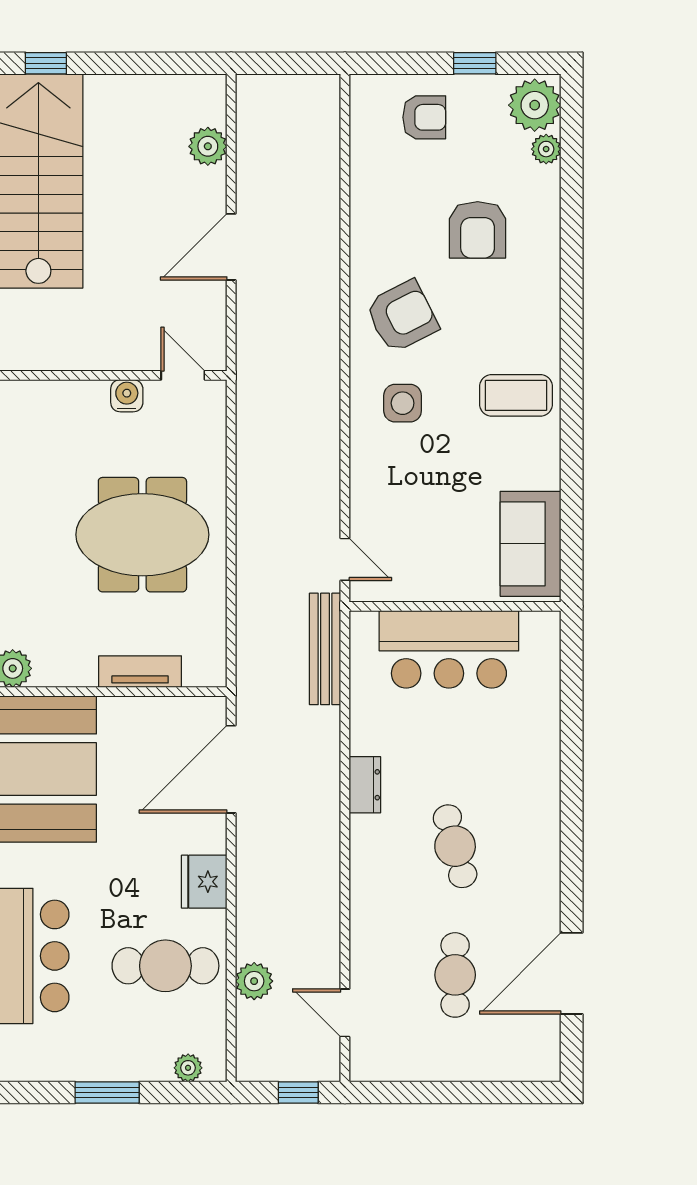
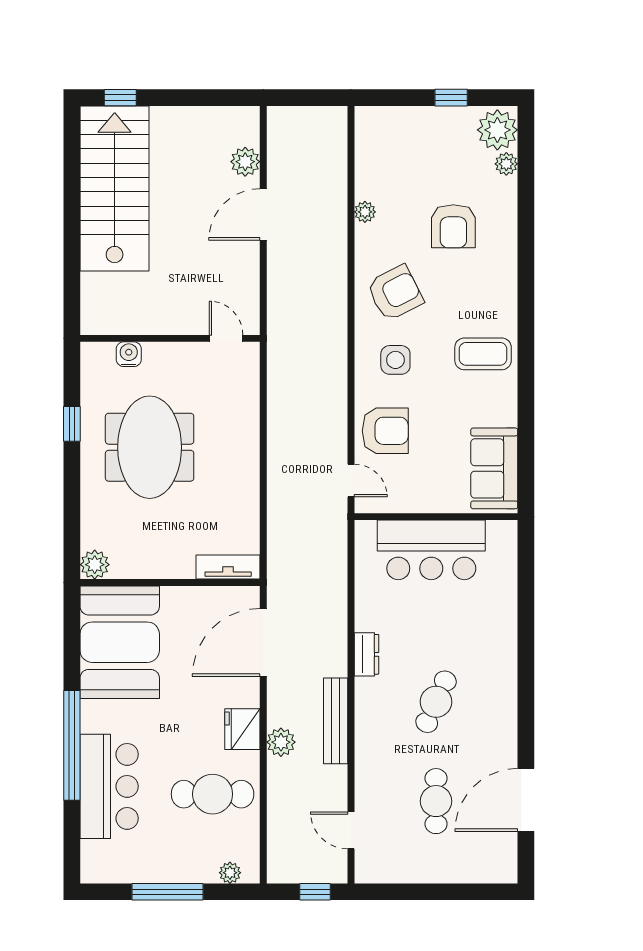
armchair: (424, 117) -> (385, 431), moved, width x1.38, depth x1.38
plant: (363, 211) -> (365, 212), added
door: (231, 247) -> (263, 214), moved
water cooler: (127, 396) -> (129, 354), moved
meeting table: (142, 535) -> (150, 447), moved, turned 90
bench: (325, 649) -> (336, 721), moved
tv unit: (140, 672) -> (228, 567), moved
cafe table: (455, 846) -> (436, 702), turned 39
plant: (254, 981) -> (281, 742), moved
window: (107, 1092) -> (168, 892), width x1.44

